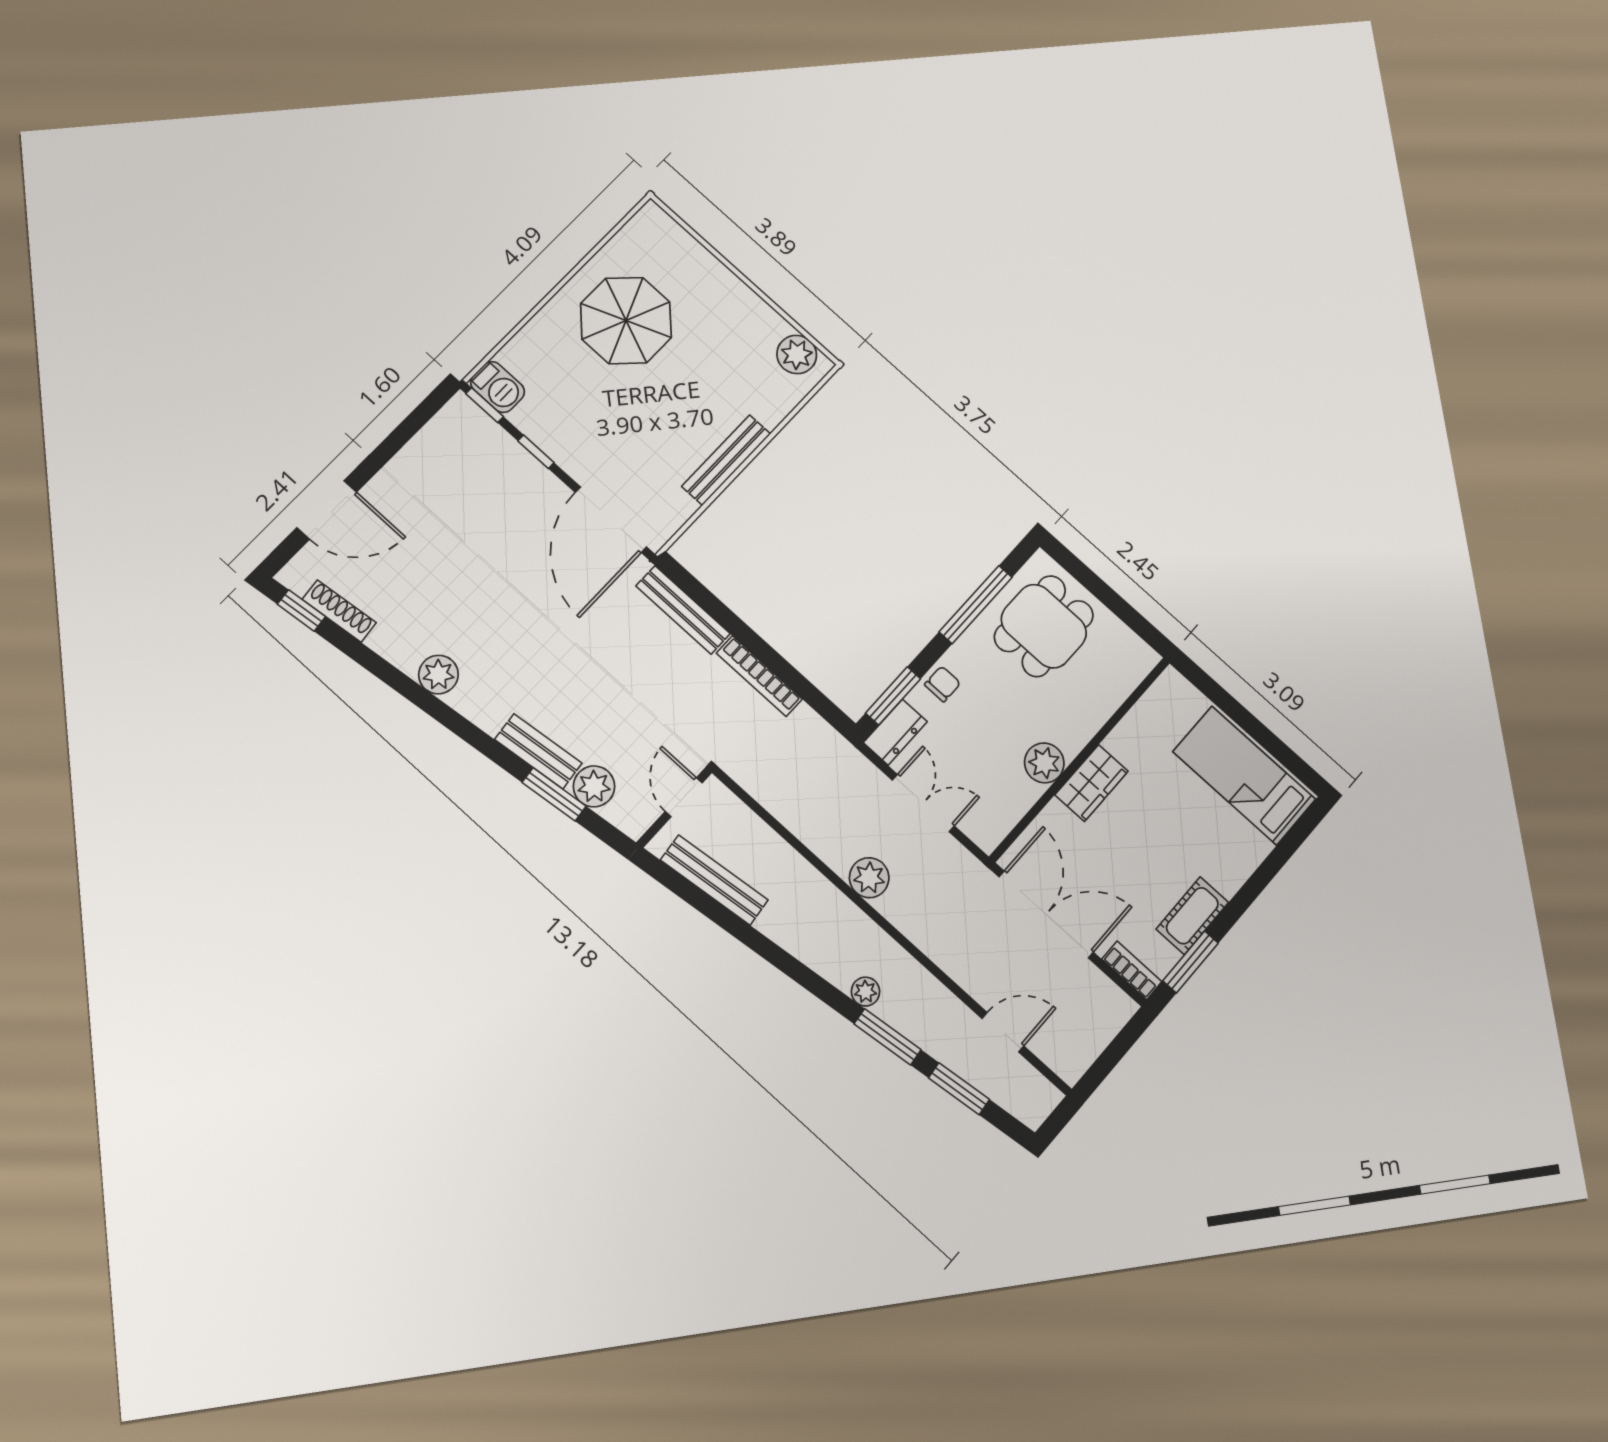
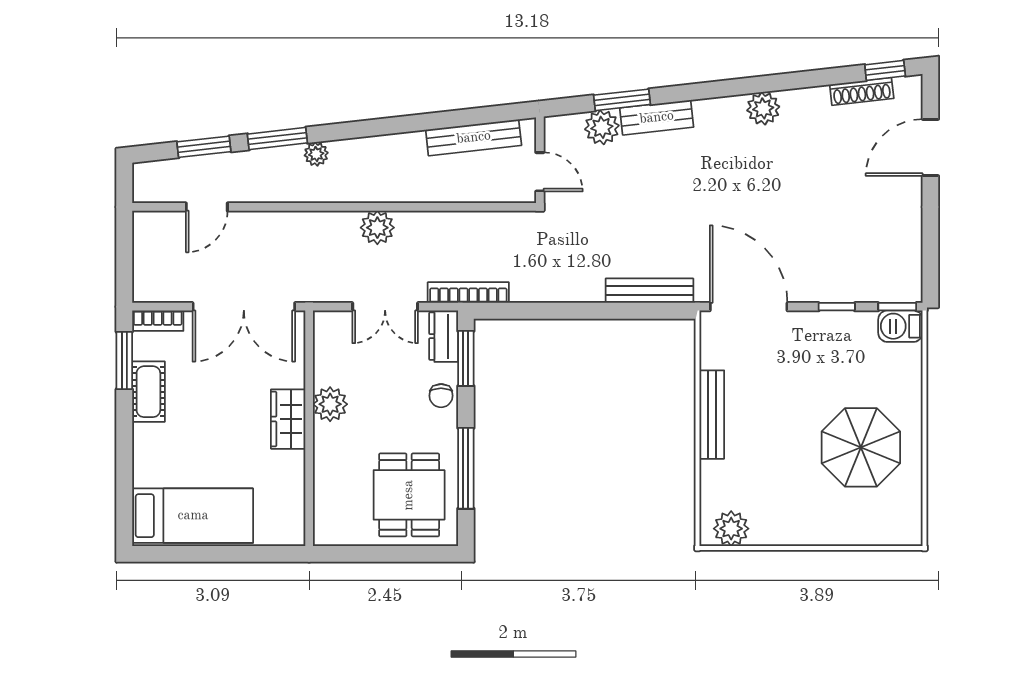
bookcase: (759, 676) -> (468, 293), moved

